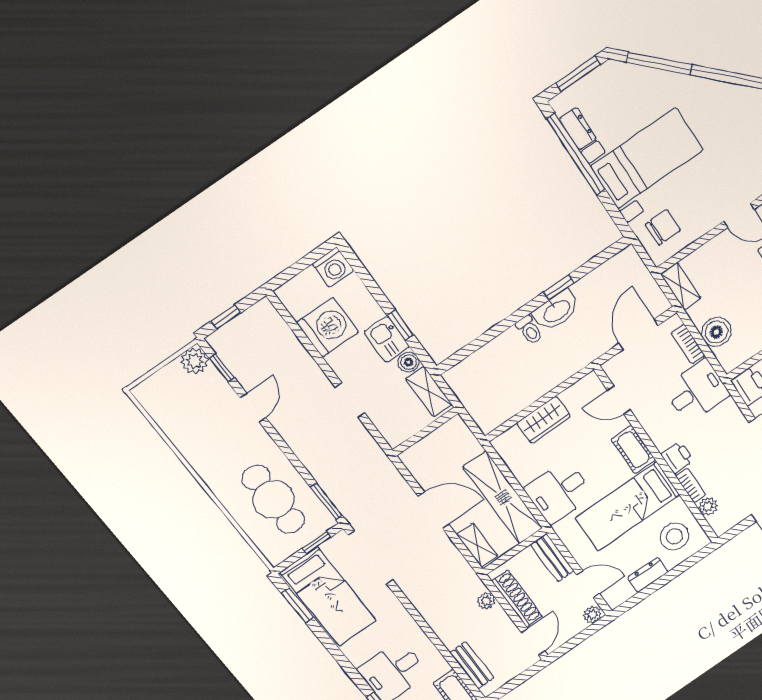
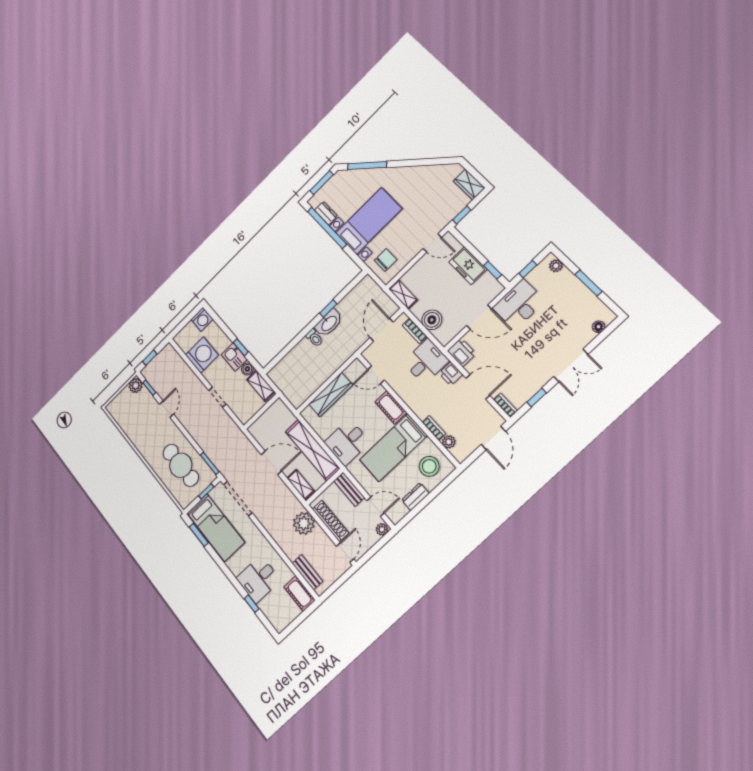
wardrobe: (544, 420) -> (331, 394), width x1.50
printer: (677, 457) -> (451, 374), moved, turned 180
plant: (486, 601) -> (304, 523), width x1.87, depth x1.87

